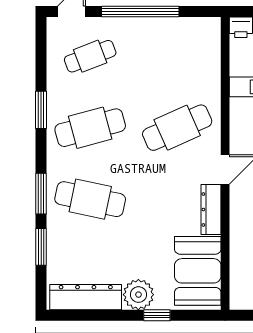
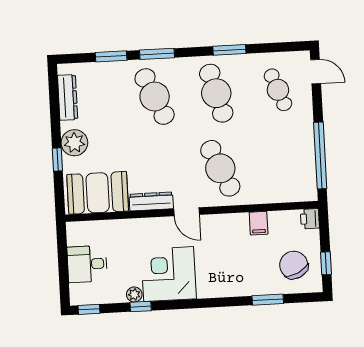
window: (140, 12) -> (320, 155), moved
cafe table: (90, 199) -> (155, 97), turned -36
dresser: (86, 297) -> (68, 97), width x0.73, depth x0.80

